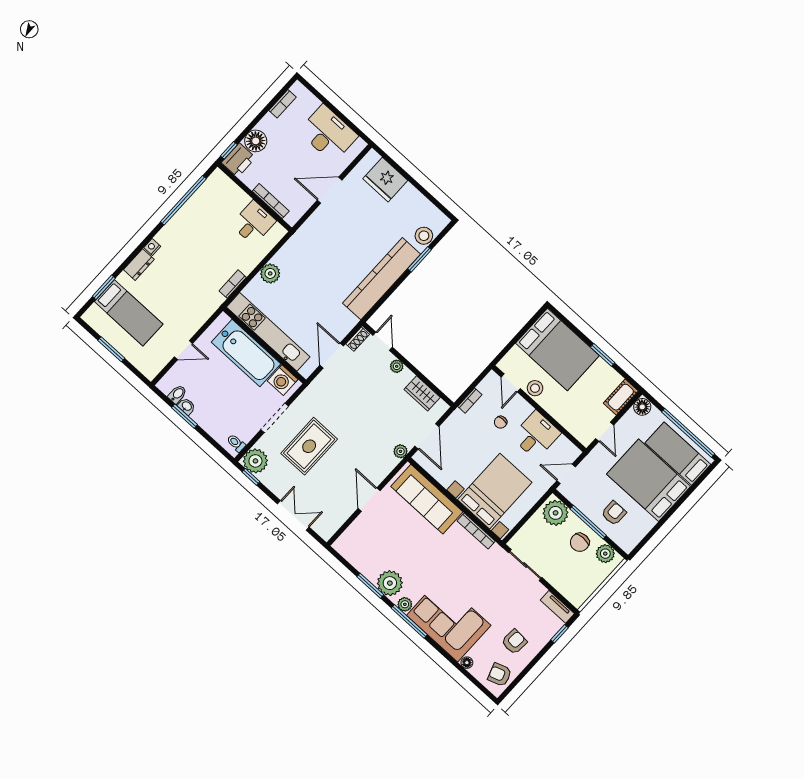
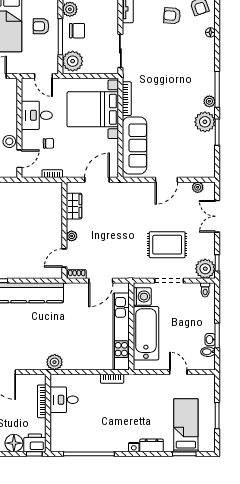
plant: (270, 273) -> (55, 362), moved
plant: (401, 451) -> (198, 187), moved
corner sofa: (449, 620) -> (195, 66), removed

